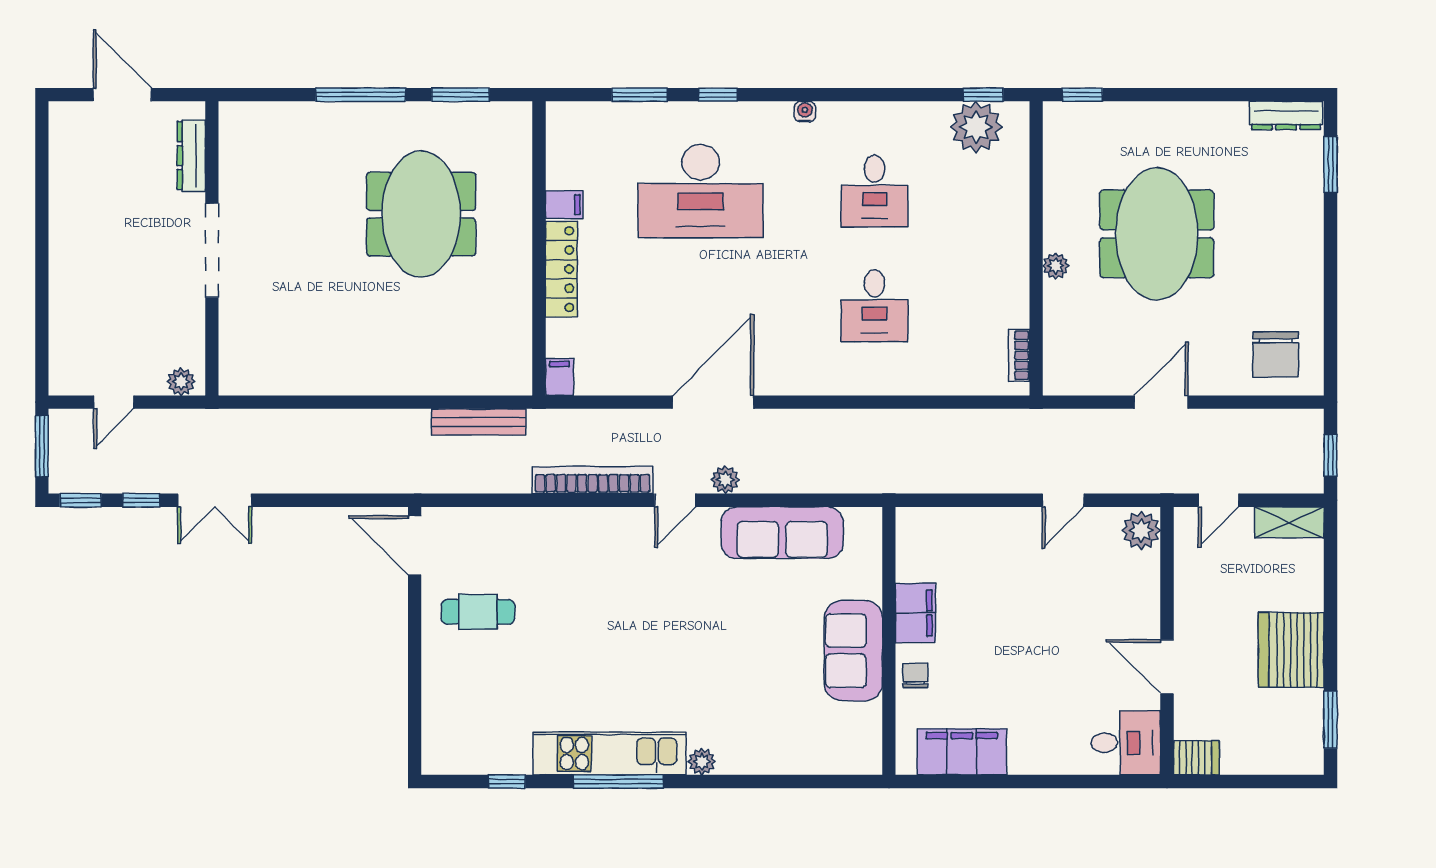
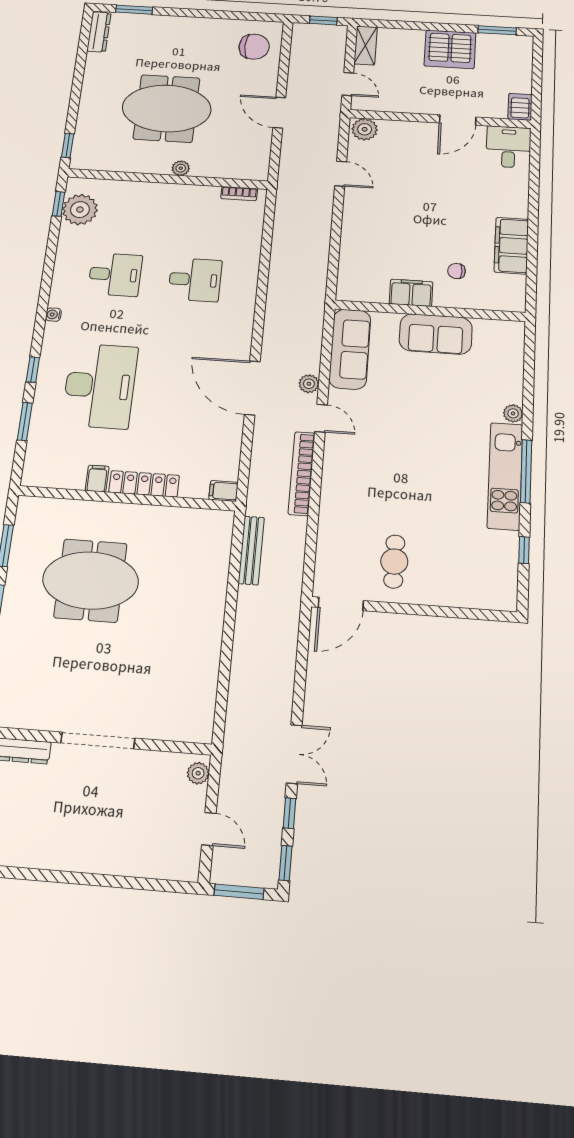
filing cabinet: (915, 613) -> (411, 293), moved
wall: (889, 641) -> (430, 311), moved
sofa: (853, 651) -> (436, 334), moved

